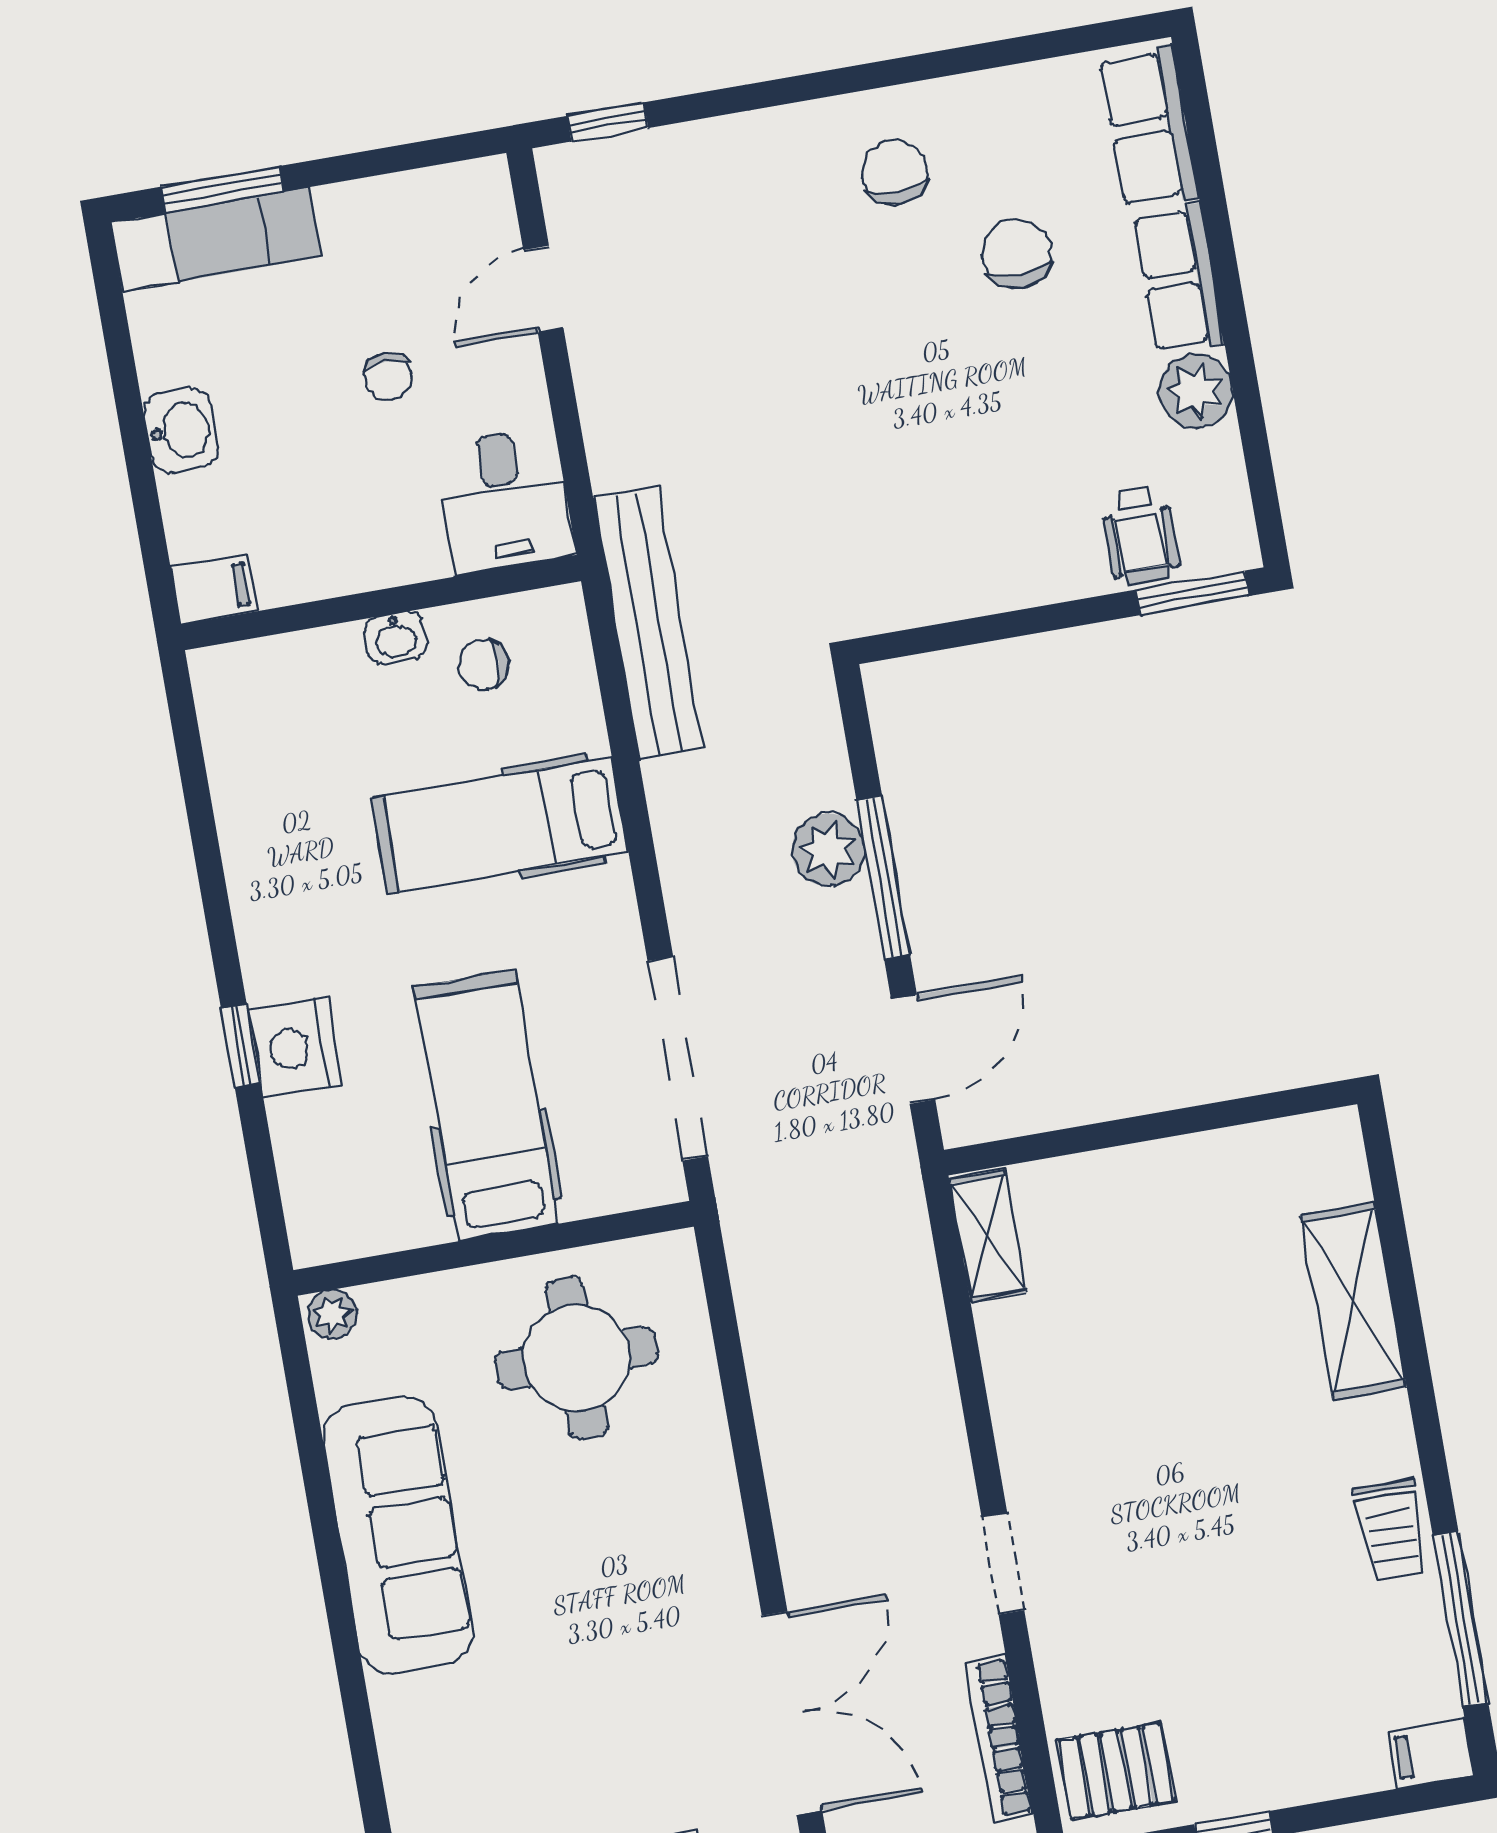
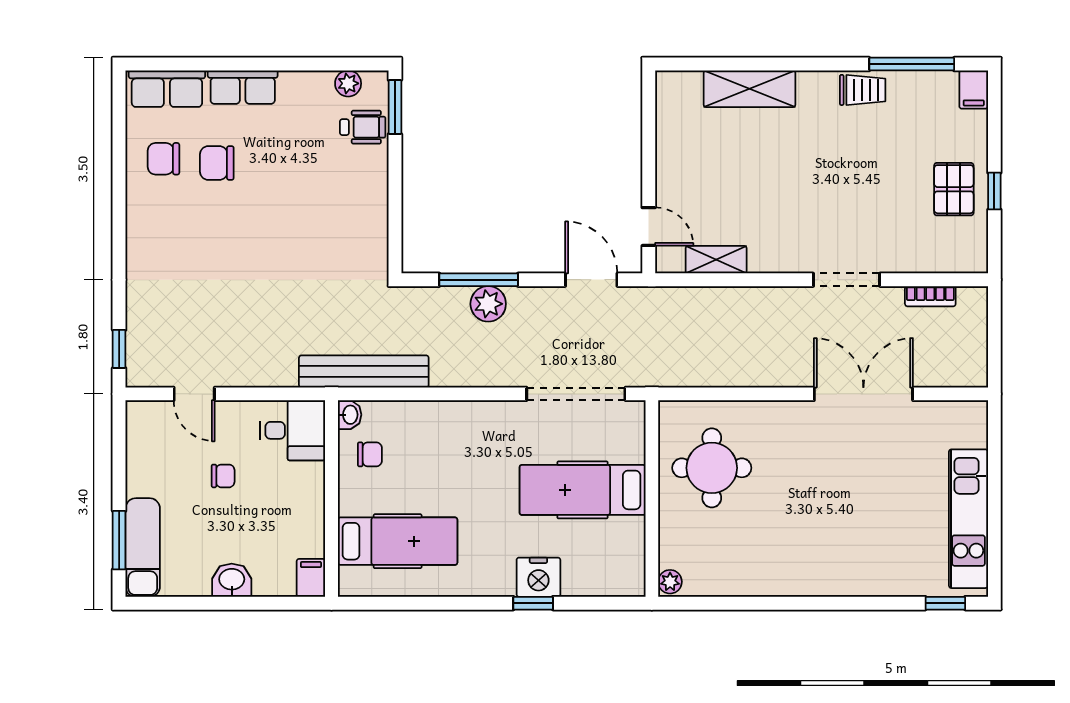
chair: (894, 172) -> (164, 159), moved
plant: (1196, 391) -> (348, 83), moved, width x0.73, depth x0.73
washbasin: (396, 638) -> (350, 415), moved
chair: (483, 665) -> (370, 454), turned -90
hospital bed: (500, 825) -> (398, 541), moved, turned -90
window: (883, 878) -> (479, 280), moved
door: (1040, 1146) -> (649, 227), added
shelving: (987, 1236) -> (716, 260), moved
sofa: (398, 1535) -> (782, 569), removed
doorway: (1003, 1564) -> (846, 280), width x1.38
double door: (792, 1713) -> (863, 394), moved
bookcase: (999, 1738) -> (930, 296), width x0.64
pallet: (1116, 1771) -> (954, 189), moved

